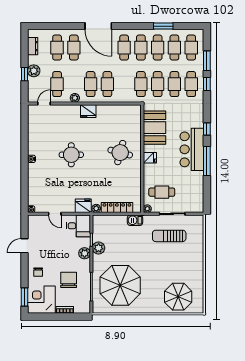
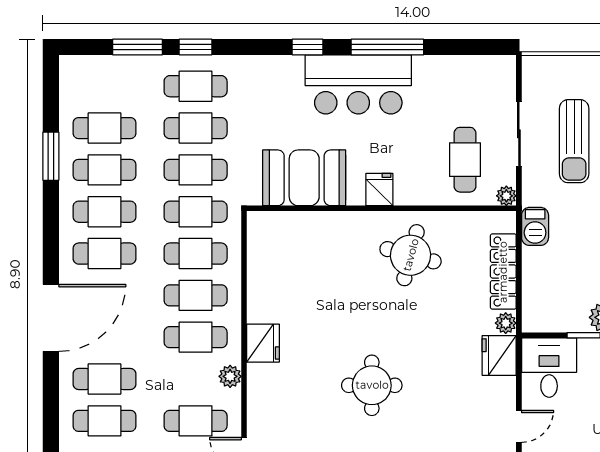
cafe table: (191, 48) -> (196, 254), moved
round table: (120, 153) -> (411, 255), moved

